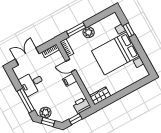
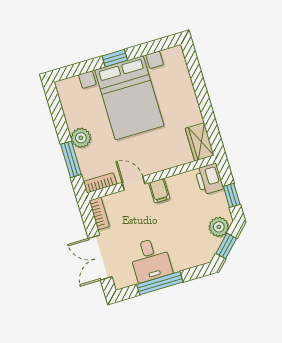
window: (129, 30) -> (115, 58), moved
door: (71, 66) -> (134, 183), swing flipped
window: (26, 101) -> (160, 283), moved
plant: (45, 112) -> (219, 227), moved

